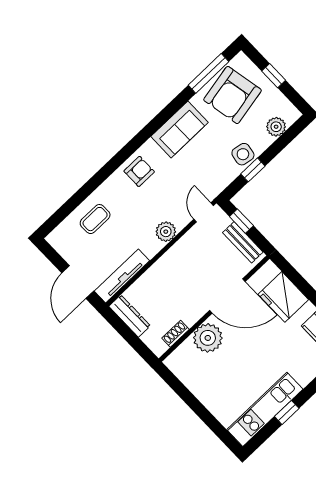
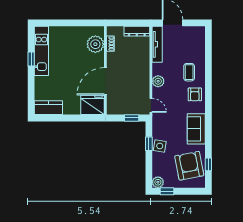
window: (209, 73) -> (208, 164), width x0.46
window: (274, 76) -> (167, 191), moved
plant: (276, 127) -> (158, 182), moved
coffee table: (95, 219) -> (189, 72), moved
bench: (243, 242) -> (122, 110), removed
fridge: (283, 297) -> (92, 105), moved
plant: (208, 338) -> (95, 44), moved

